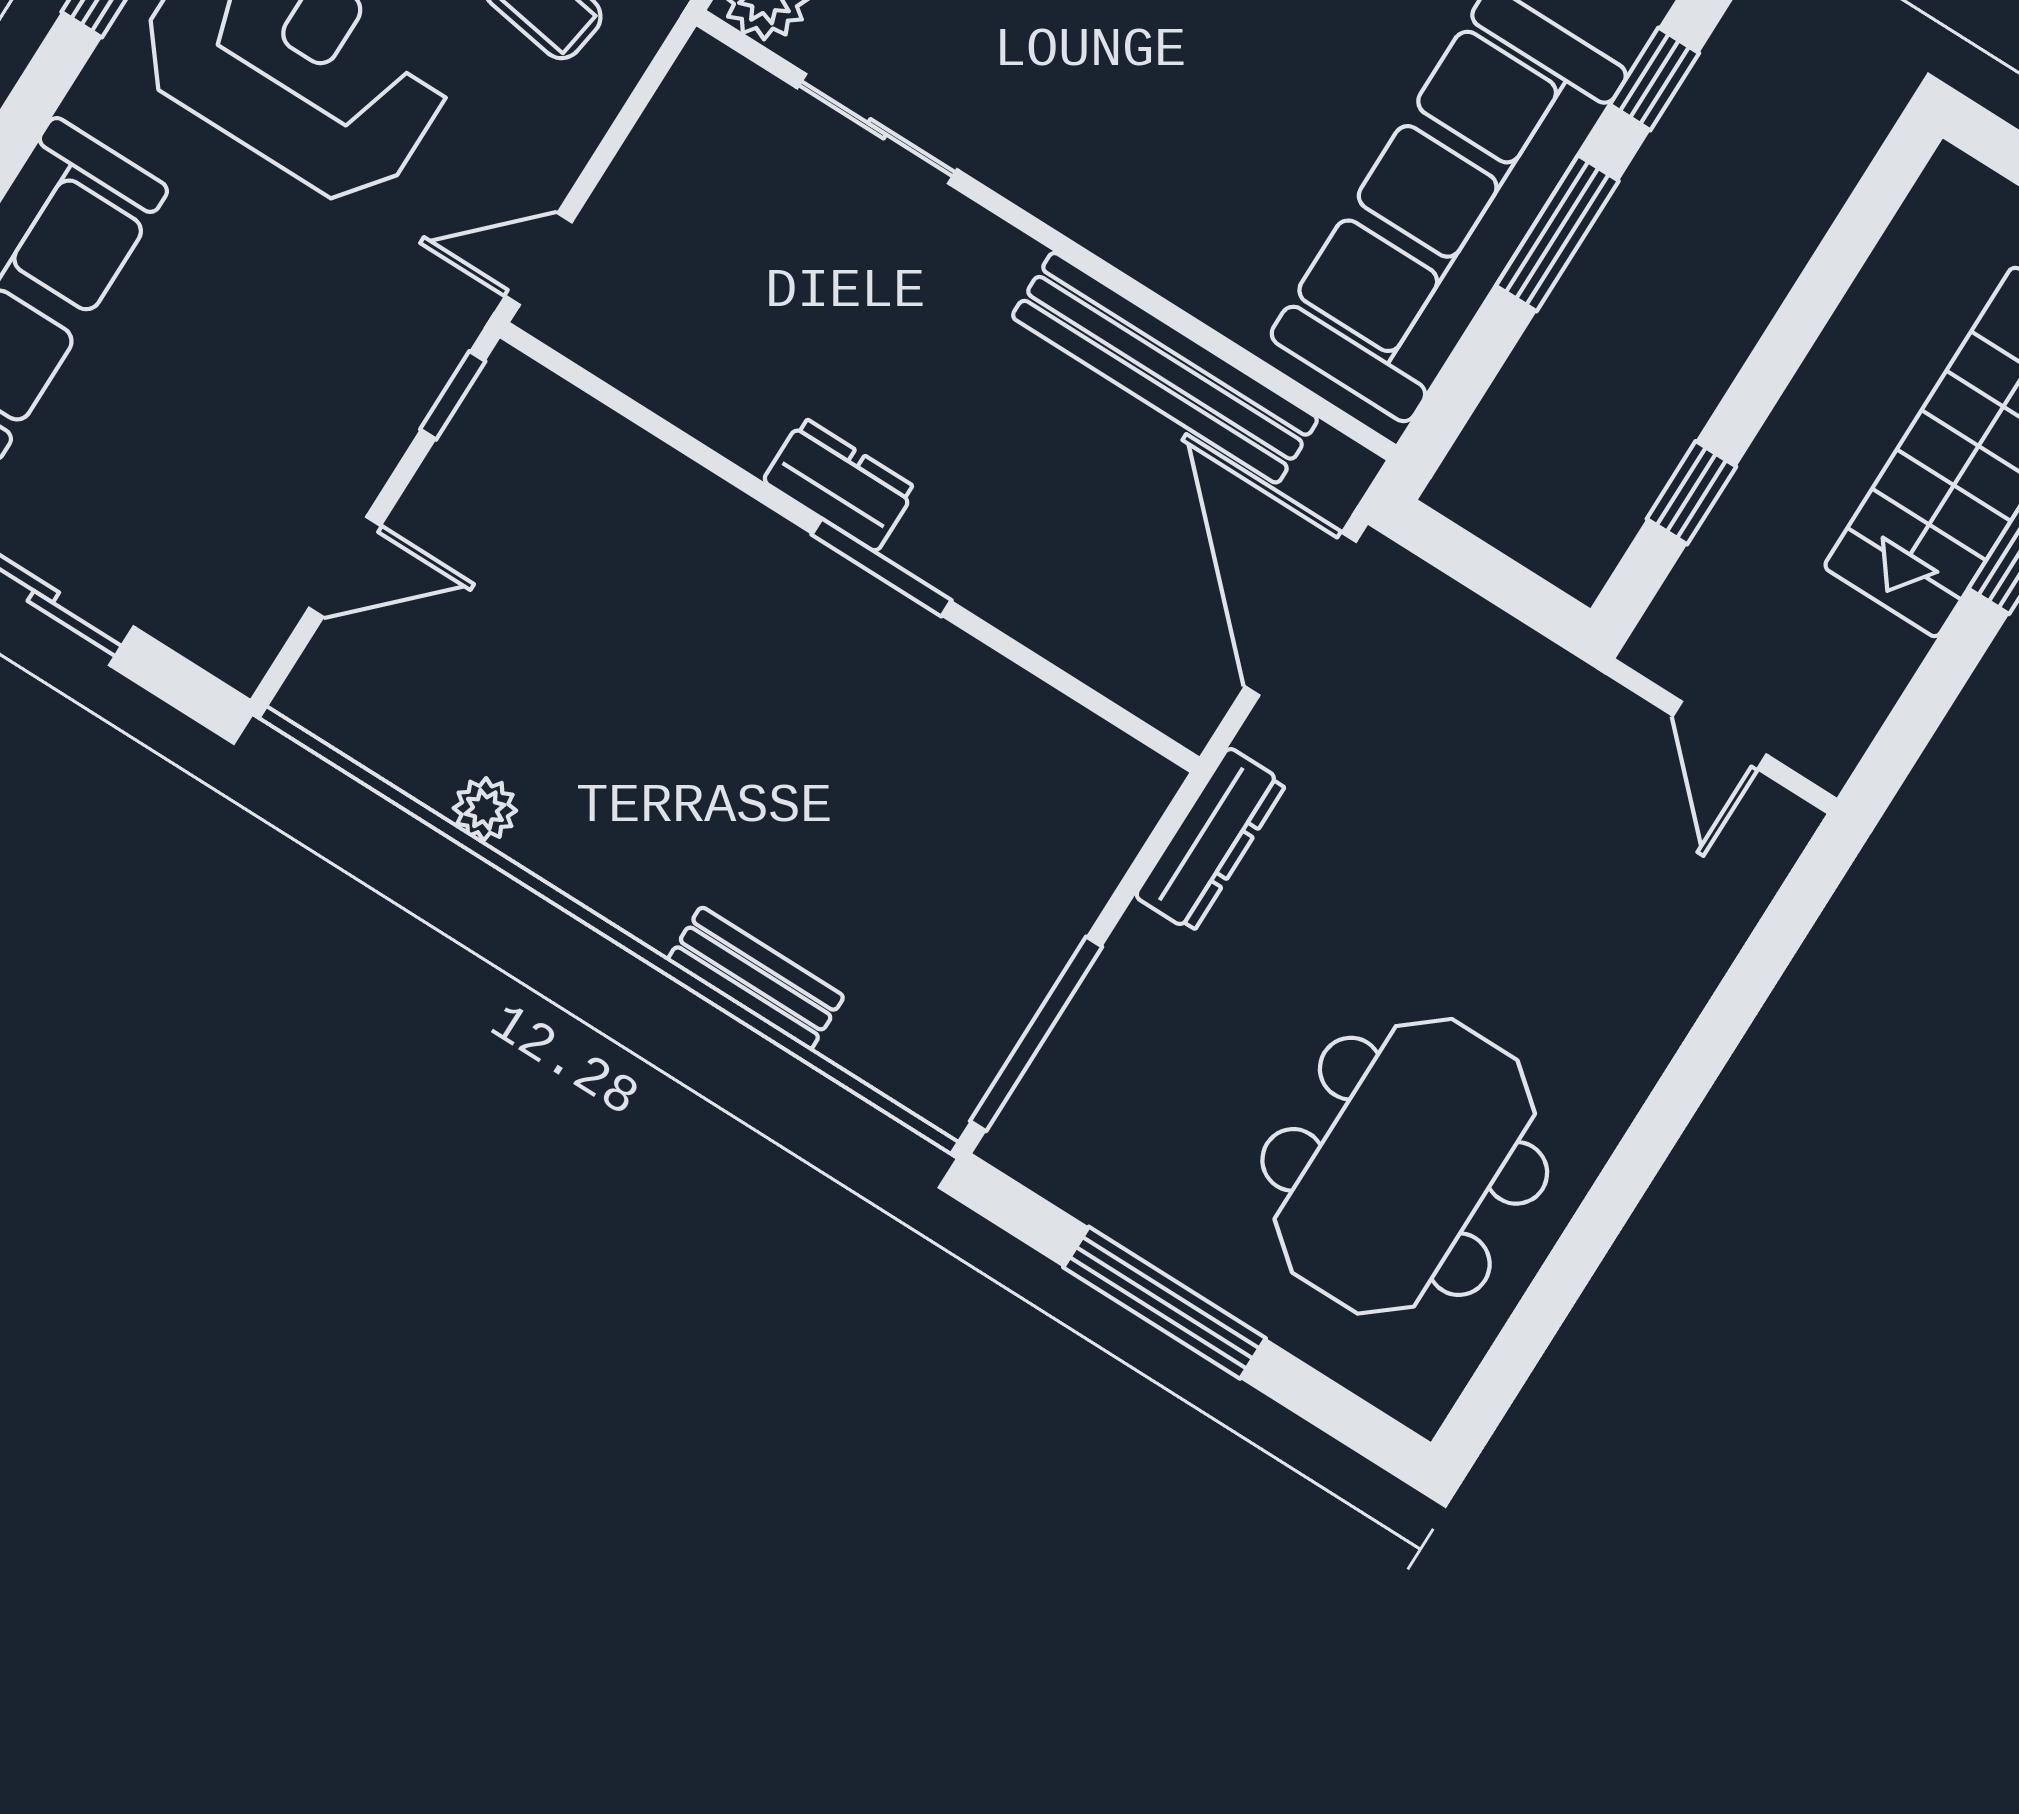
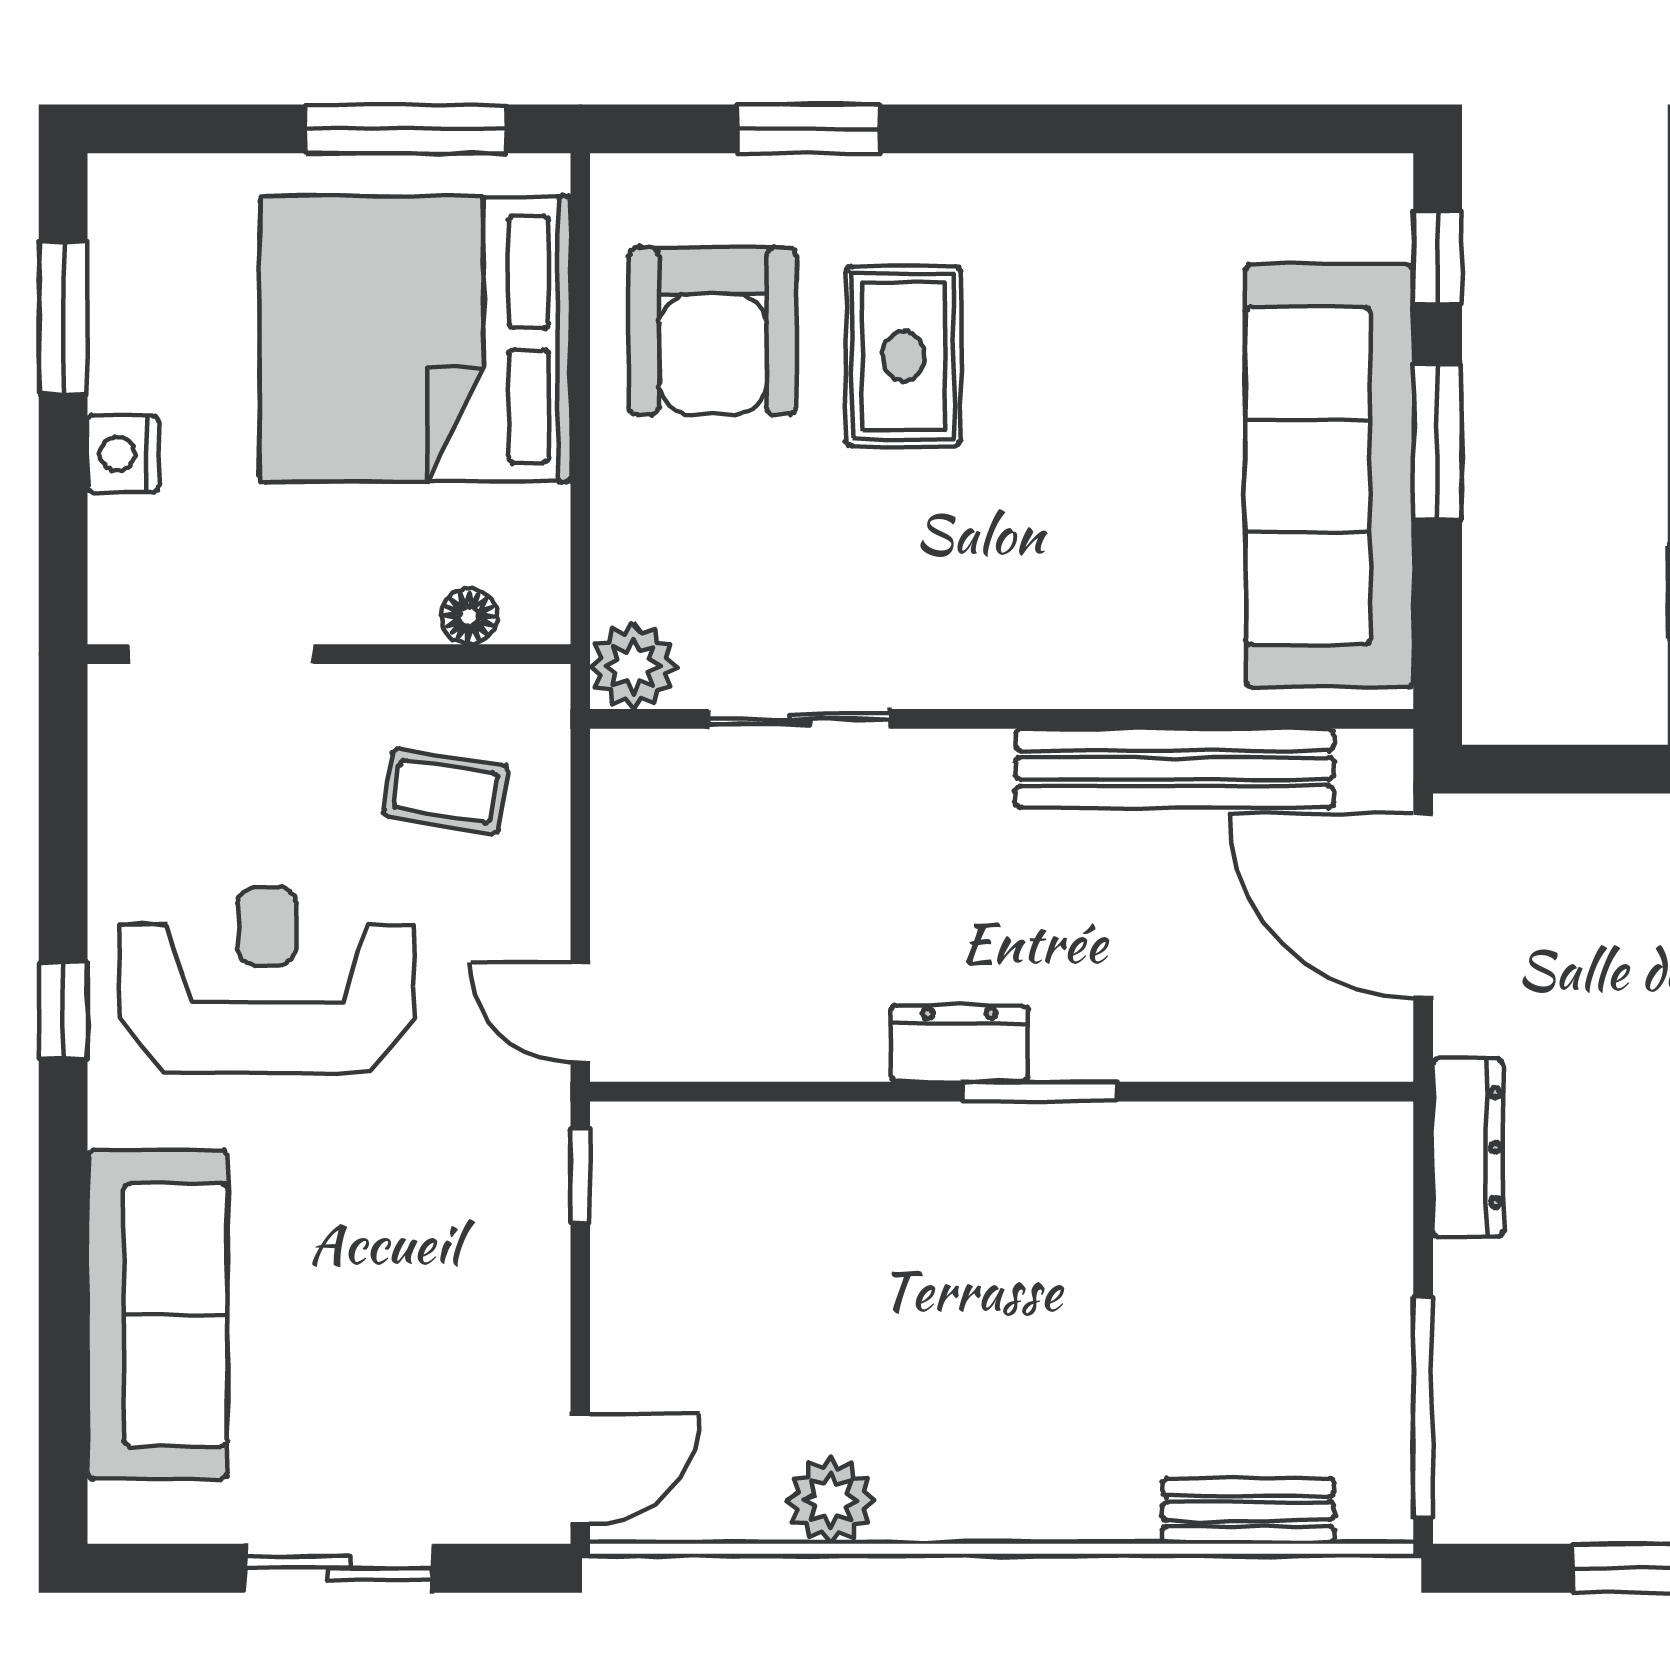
door: (539, 259) -> (580, 1013), hinge flipped
door: (345, 567) -> (580, 1469), moved
plant: (485, 809) -> (831, 1500), width x1.38, depth x1.38
bench: (756, 978) -> (1248, 1511), moved

